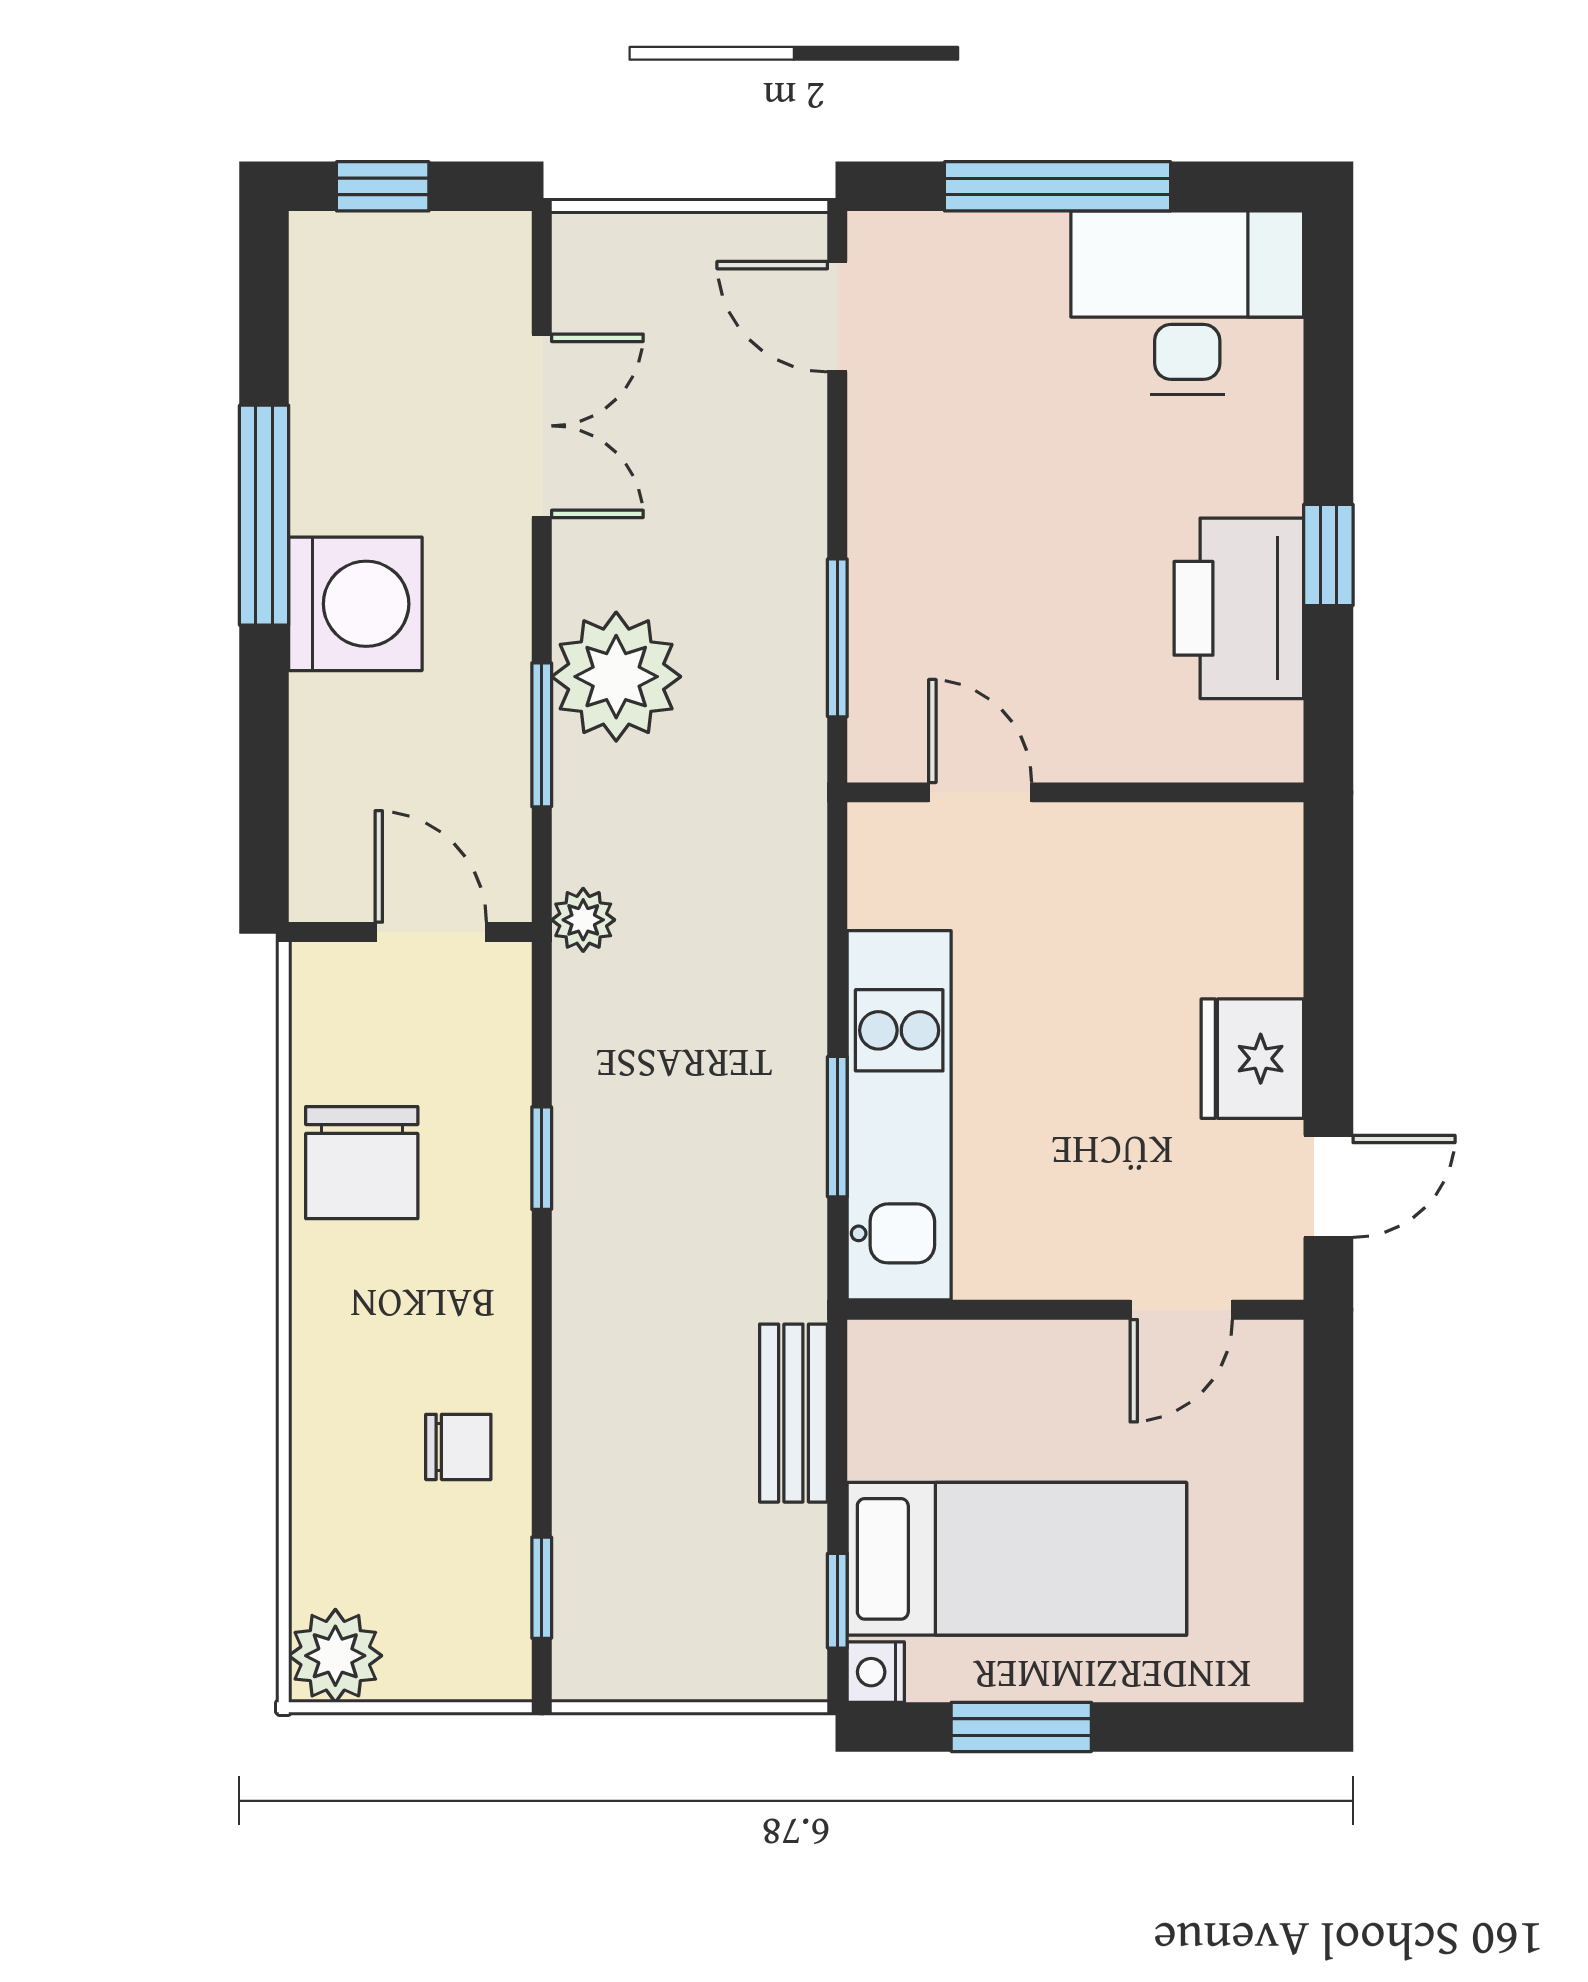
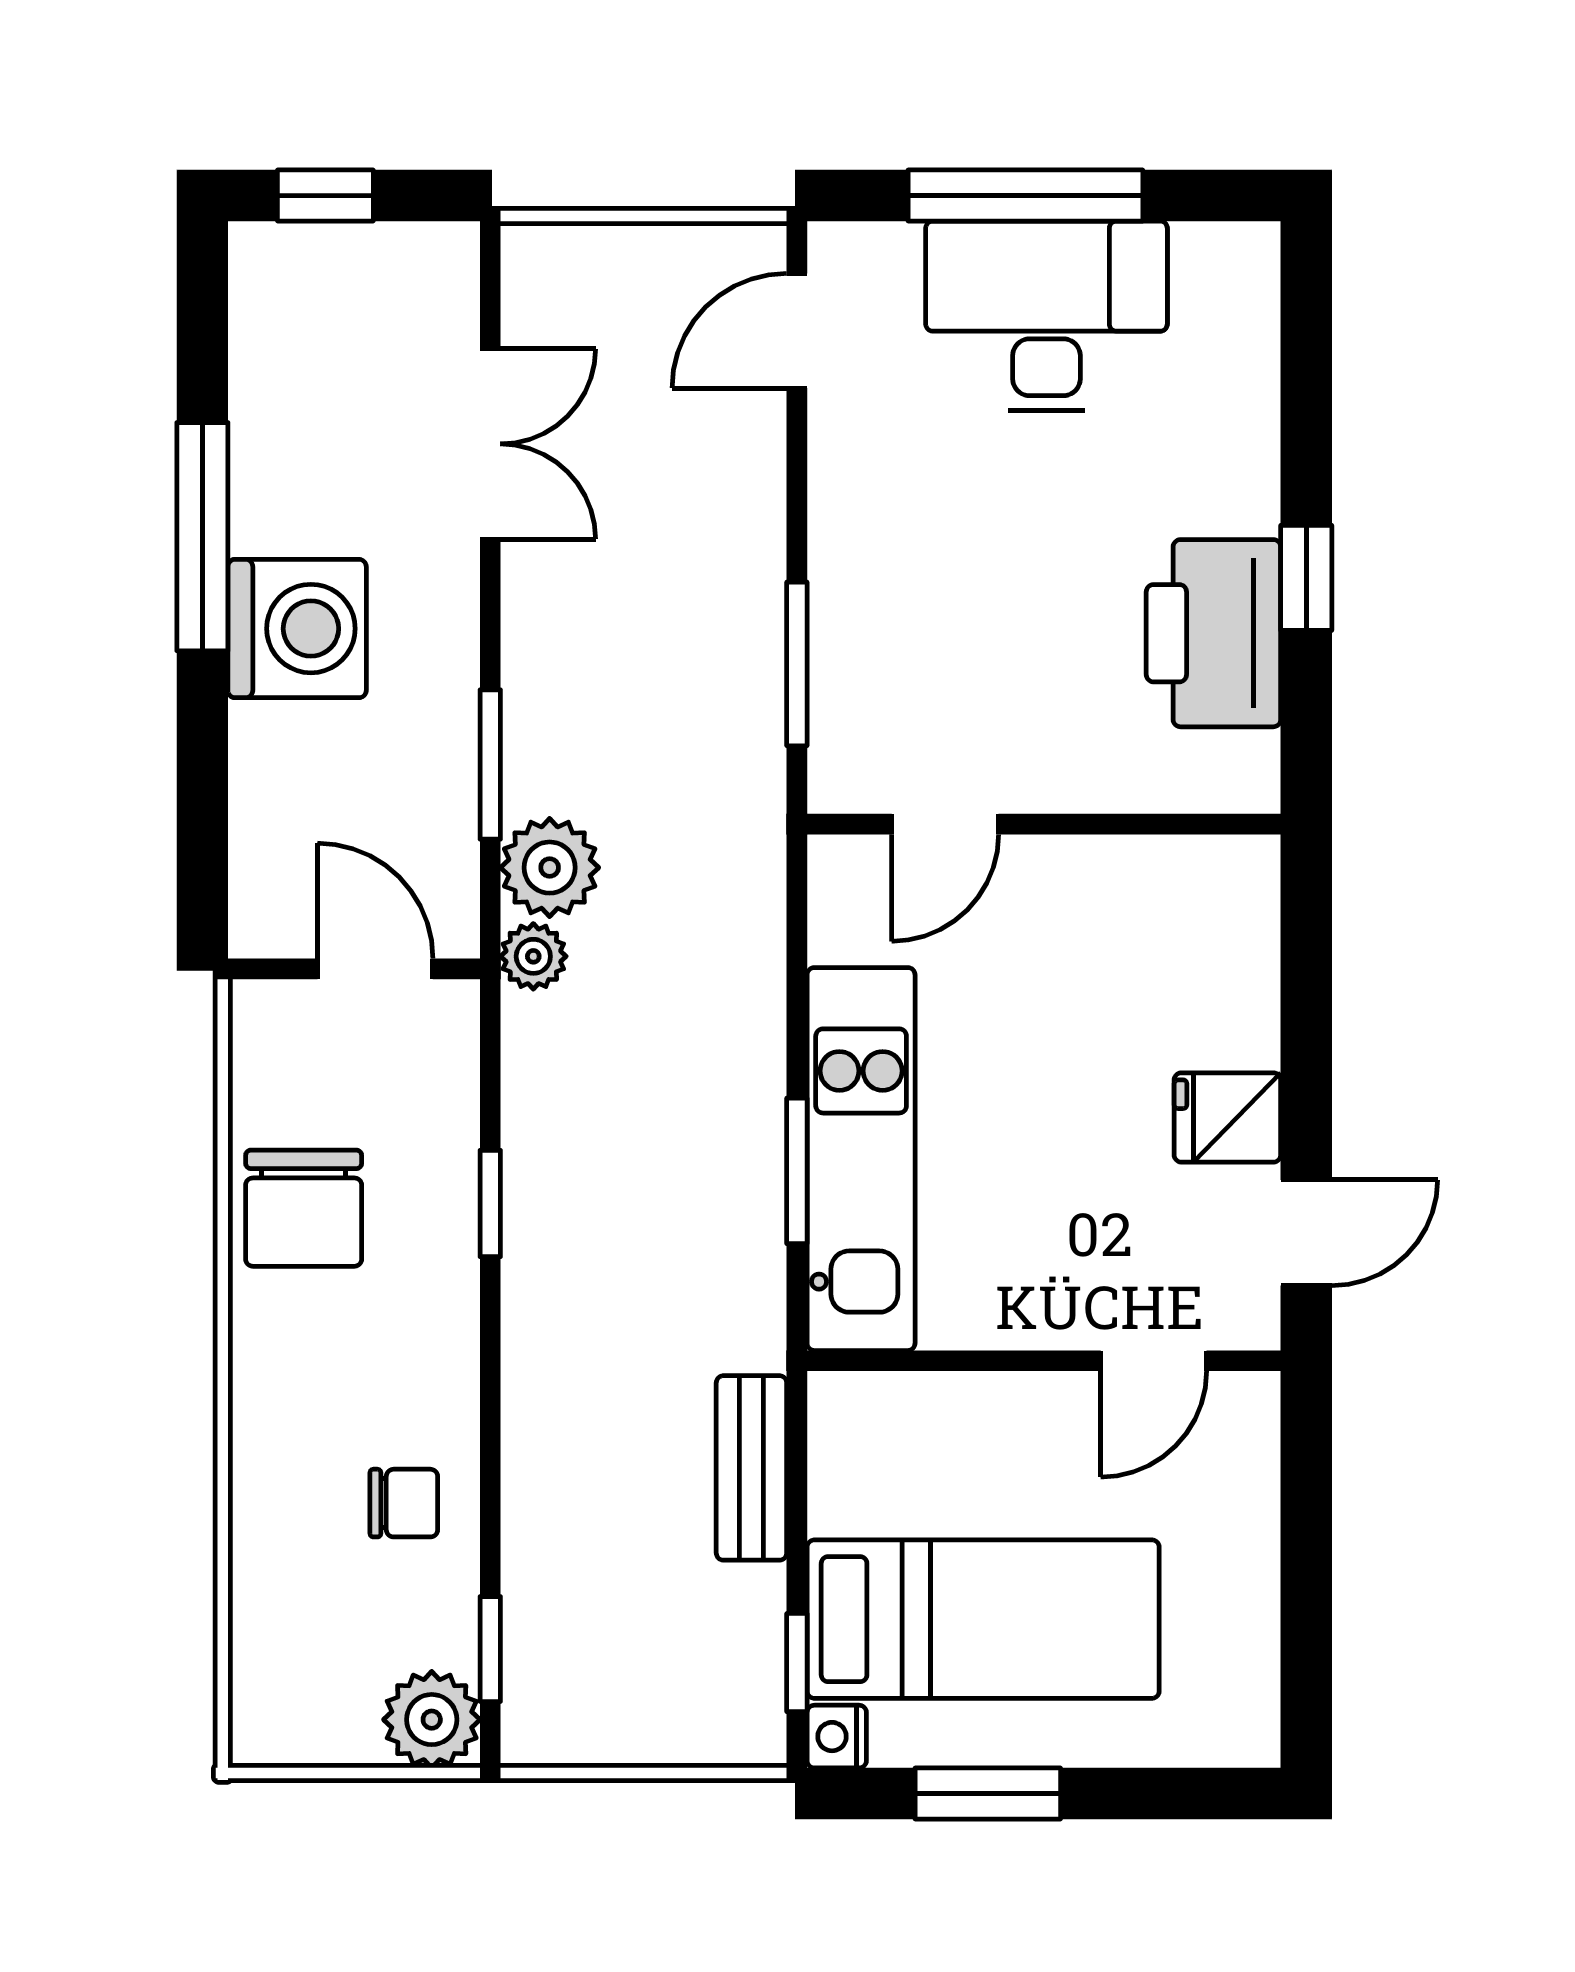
desk: (1187, 302) -> (1046, 316), moved
door: (837, 317) -> (797, 331), hinge flipped
plant: (616, 677) -> (550, 868), moved, width x0.73, depth x0.73
door: (980, 792) -> (945, 824), swing flipped
fridge: (1252, 1059) -> (1227, 1117), width x0.72
plant: (335, 1656) -> (432, 1720), moved

